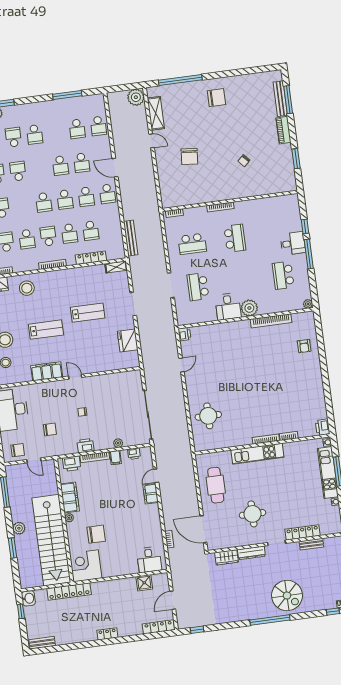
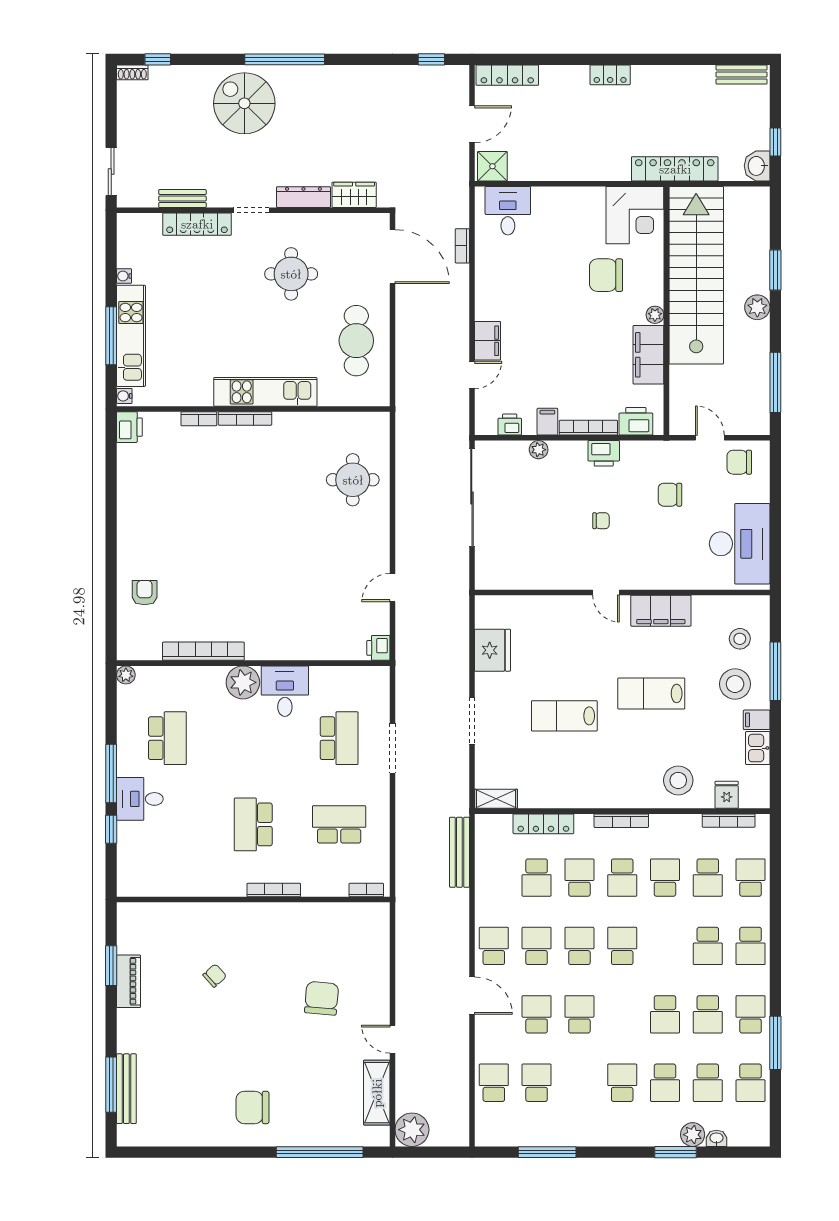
piano: (283, 130) -> (129, 981), moved
school desk: (91, 231) -> (537, 878), turned 180
shower: (144, 583) -> (492, 166), moved

